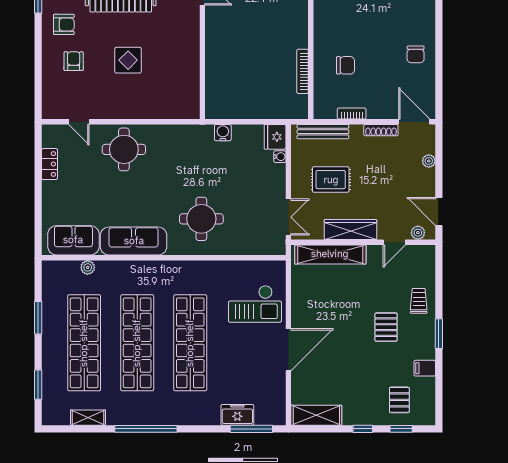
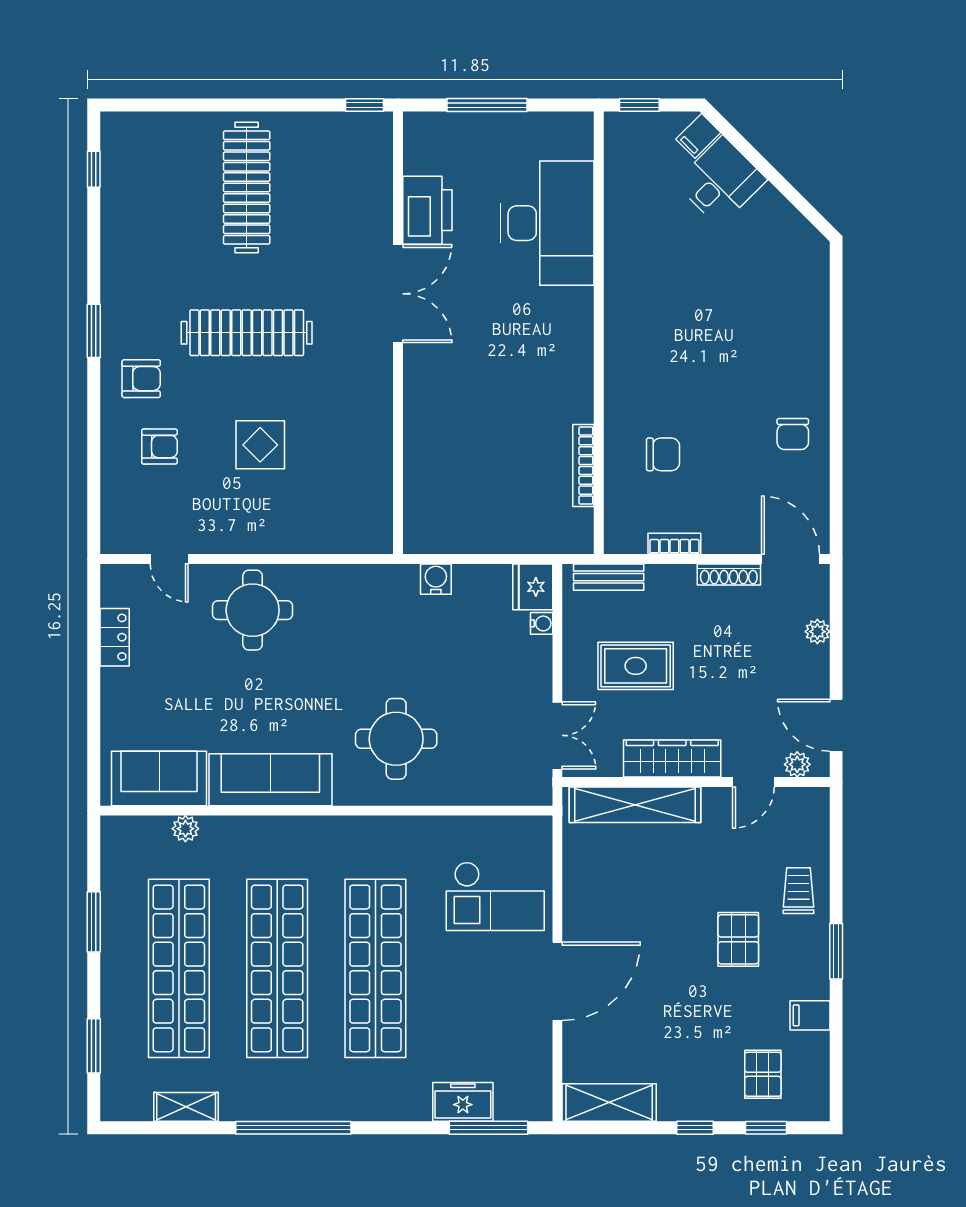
armchair: (74, 61) -> (159, 447), turned 90
bench: (323, 132) -> (609, 577), width x0.73

